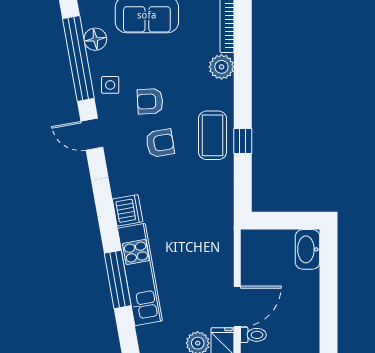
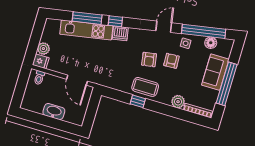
window: (108, 226) -> (115, 21), added
washbasin: (308, 249) -> (54, 112), moved
door: (237, 307) -> (77, 80), moved

